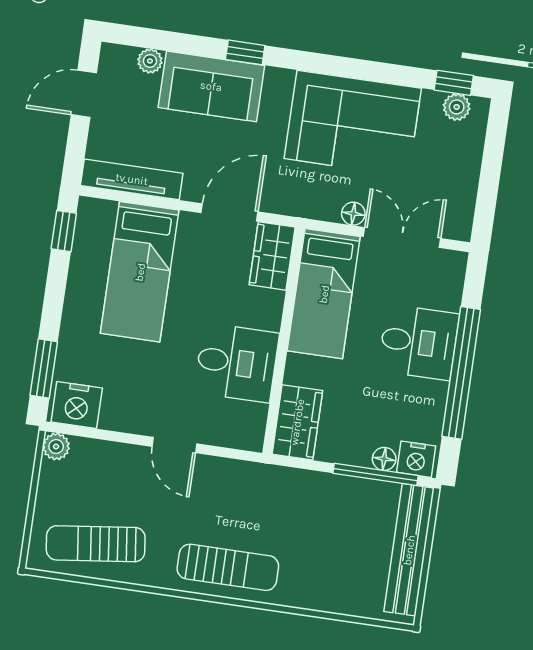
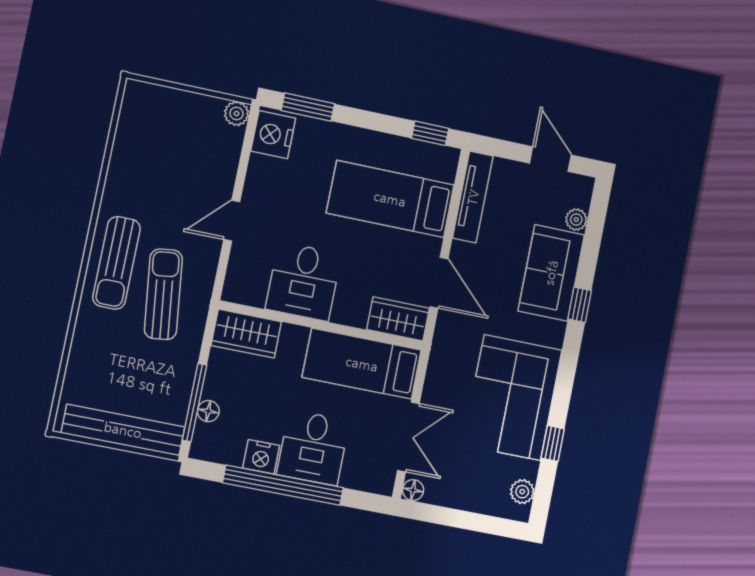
window: (454, 83) -> (553, 443), moved
floor lamp: (353, 214) -> (413, 490), moved
nightstand: (416, 459) -> (261, 457), moved, turned -90
sun lounger: (96, 544) -> (163, 294), moved

